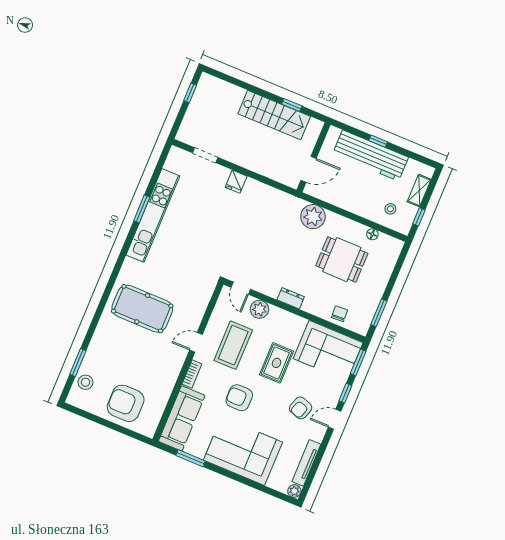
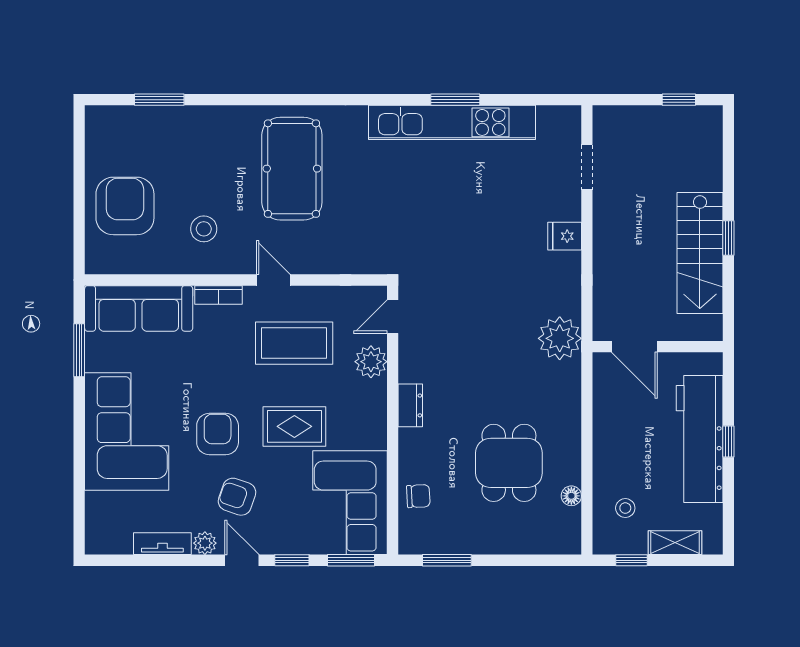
window: (292, 105) -> (728, 238), moved
plant: (313, 217) -> (560, 338), moved
stool: (85, 382) -> (204, 229), moved
armchair: (239, 398) -> (218, 434), moved
tv unit: (306, 463) -> (162, 544), width x0.71
plant: (294, 491) -> (205, 543), moved

